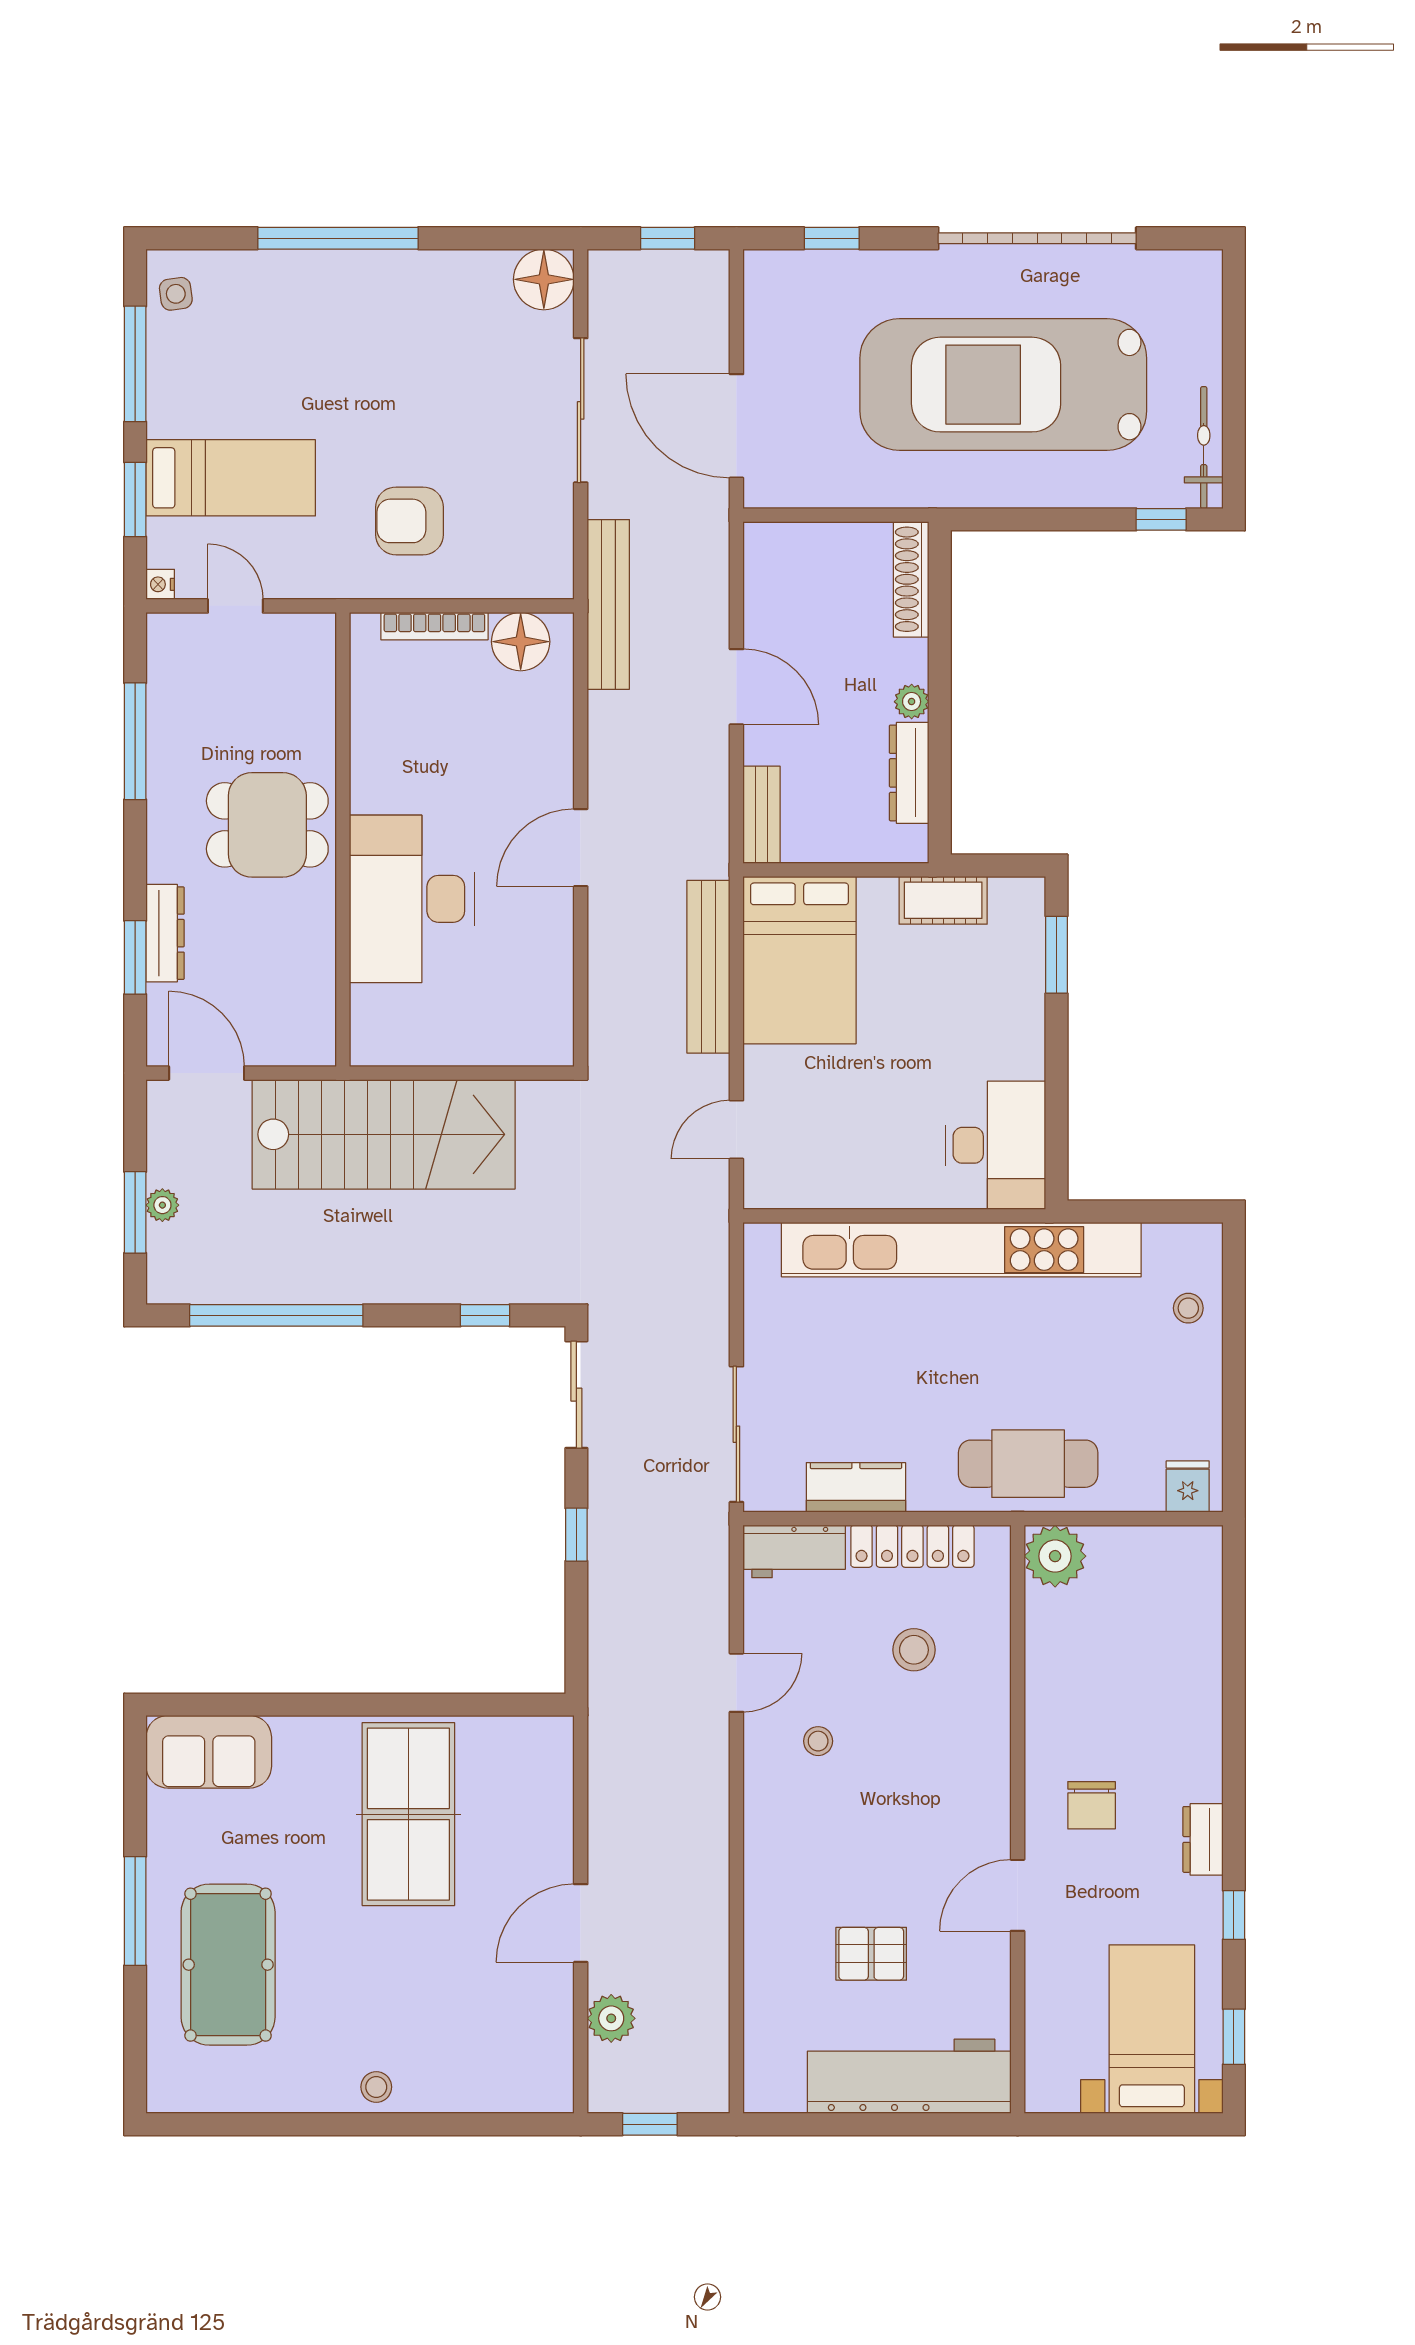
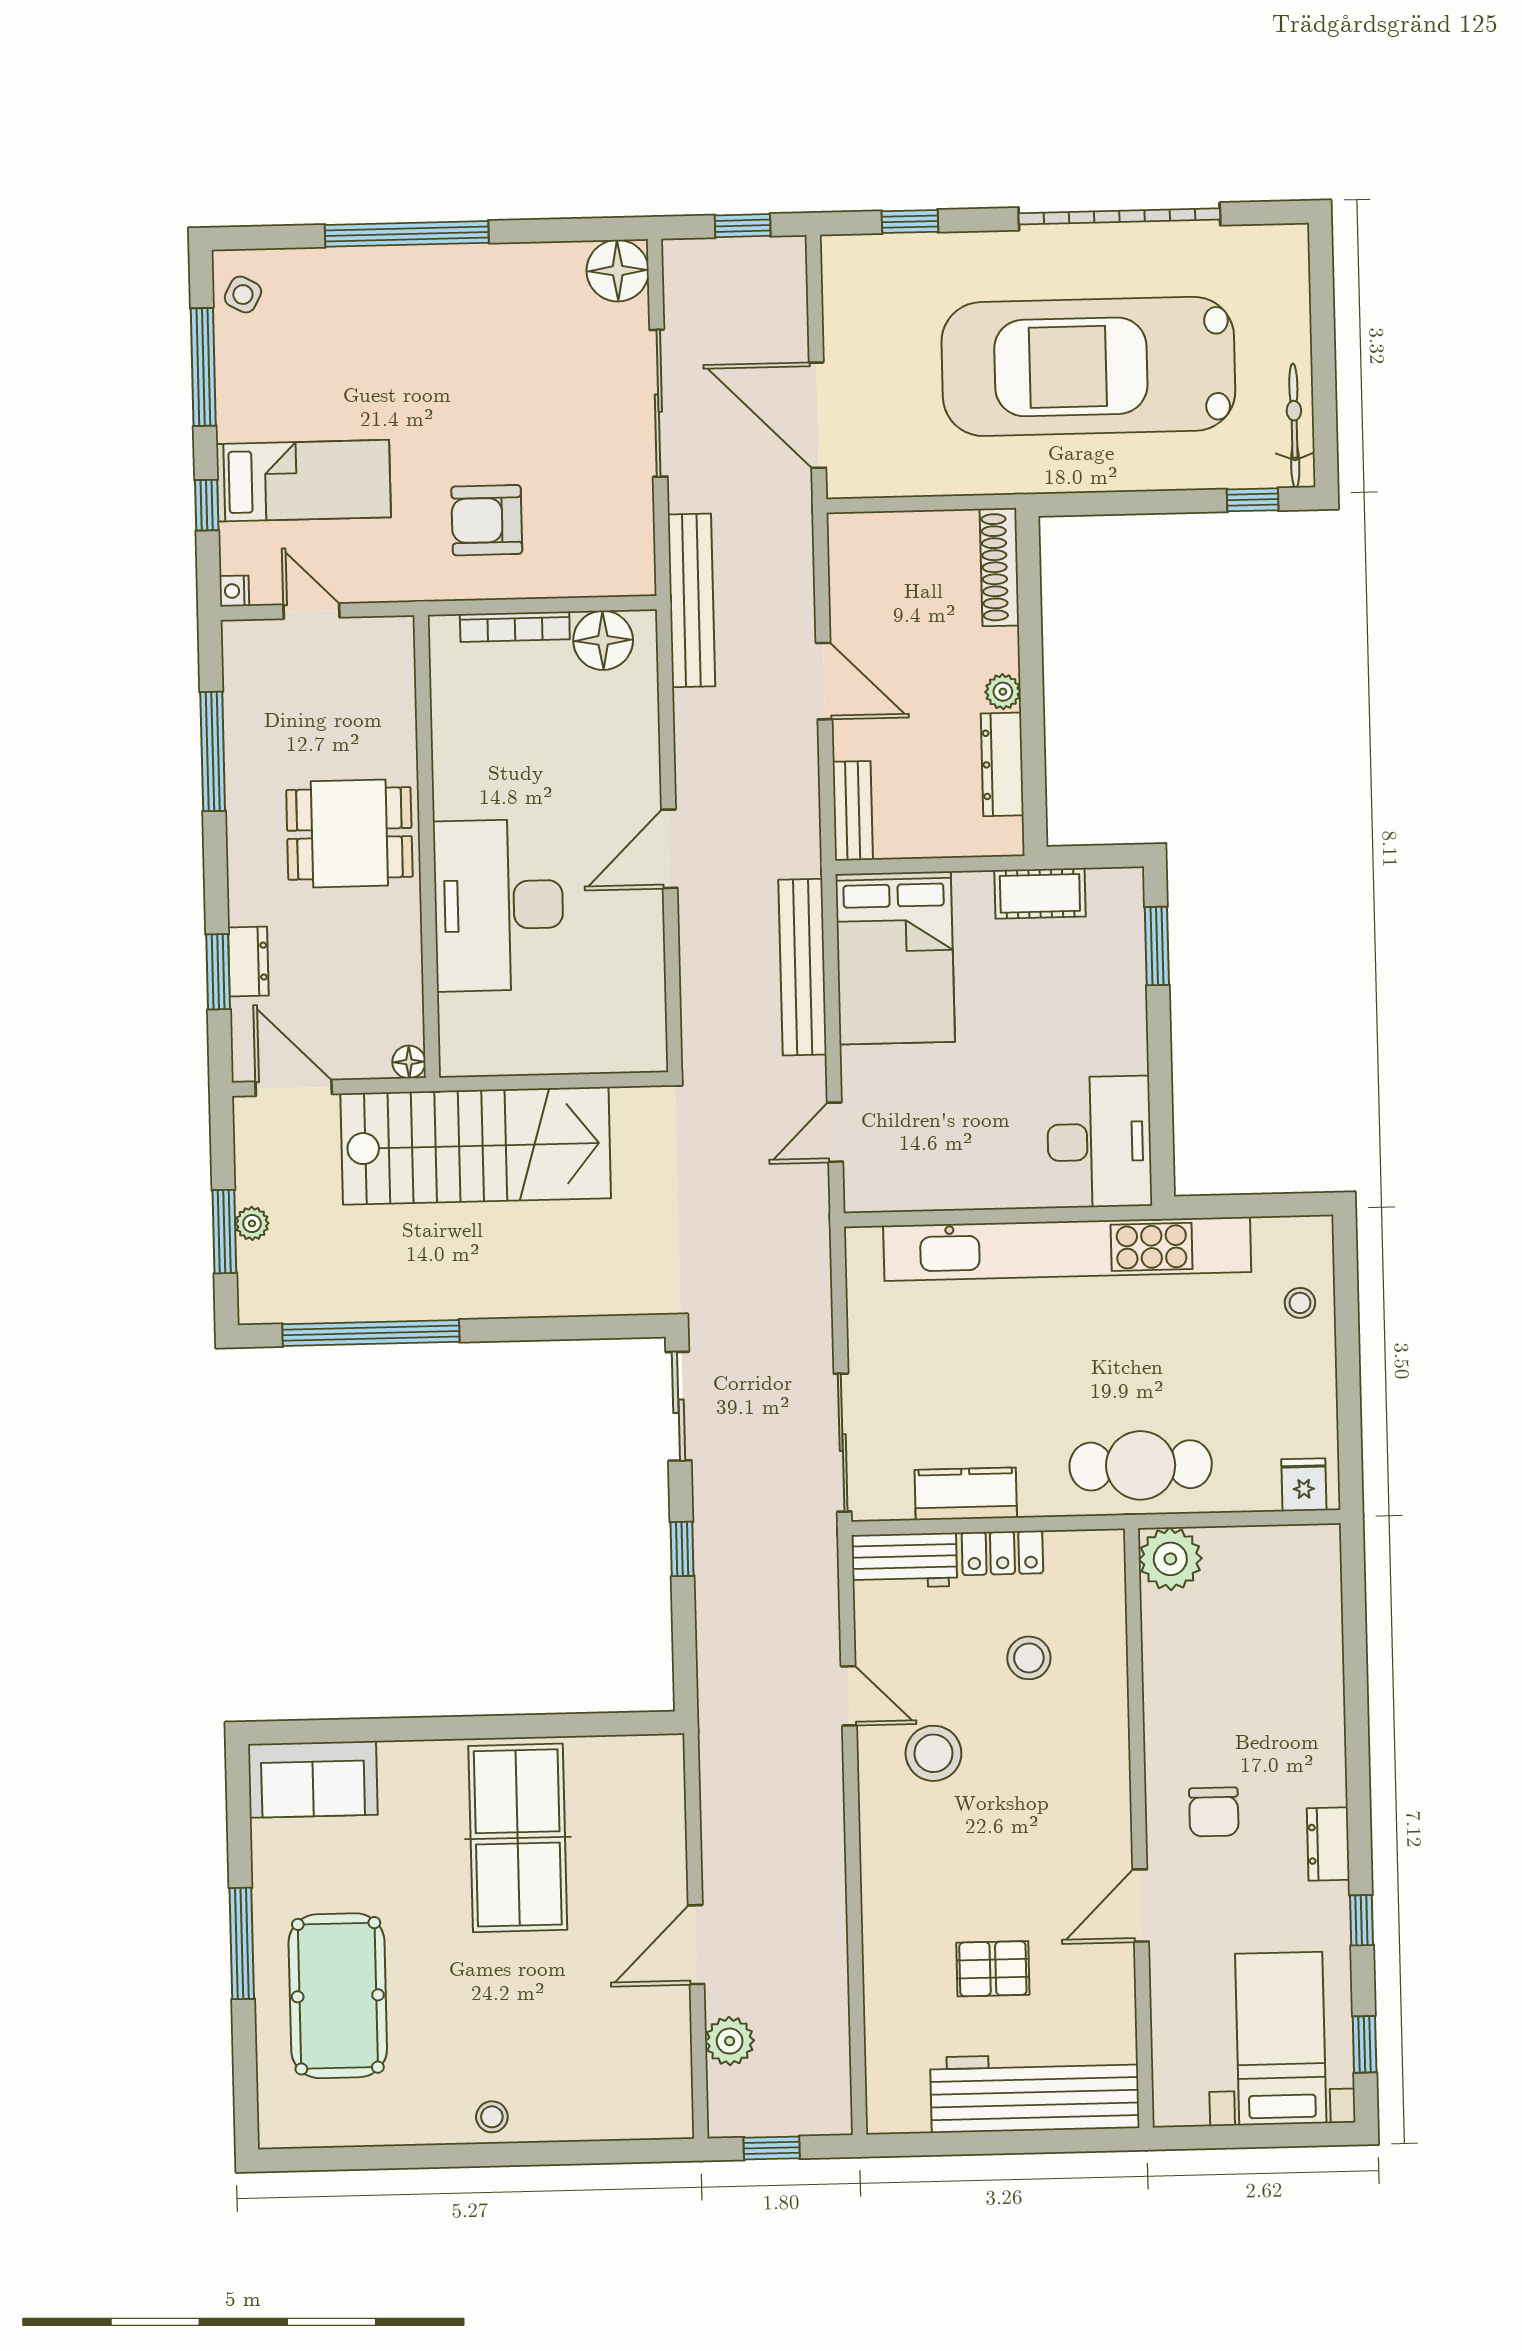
side table: (176, 294) -> (243, 295), turned 36
window: (135, 499) -> (207, 505), width x0.67
dresser: (165, 933) -> (248, 961), width x0.70
floor lamp: (320, 1050) -> (409, 1062), added
window: (485, 1315) -> (583, 1328), removed
locker: (912, 1546) -> (1002, 1553), width x0.66
door: (736, 1683) -> (849, 1696), hinge flipped
stool: (818, 1741) -> (933, 1753), width x1.89, depth x1.89

